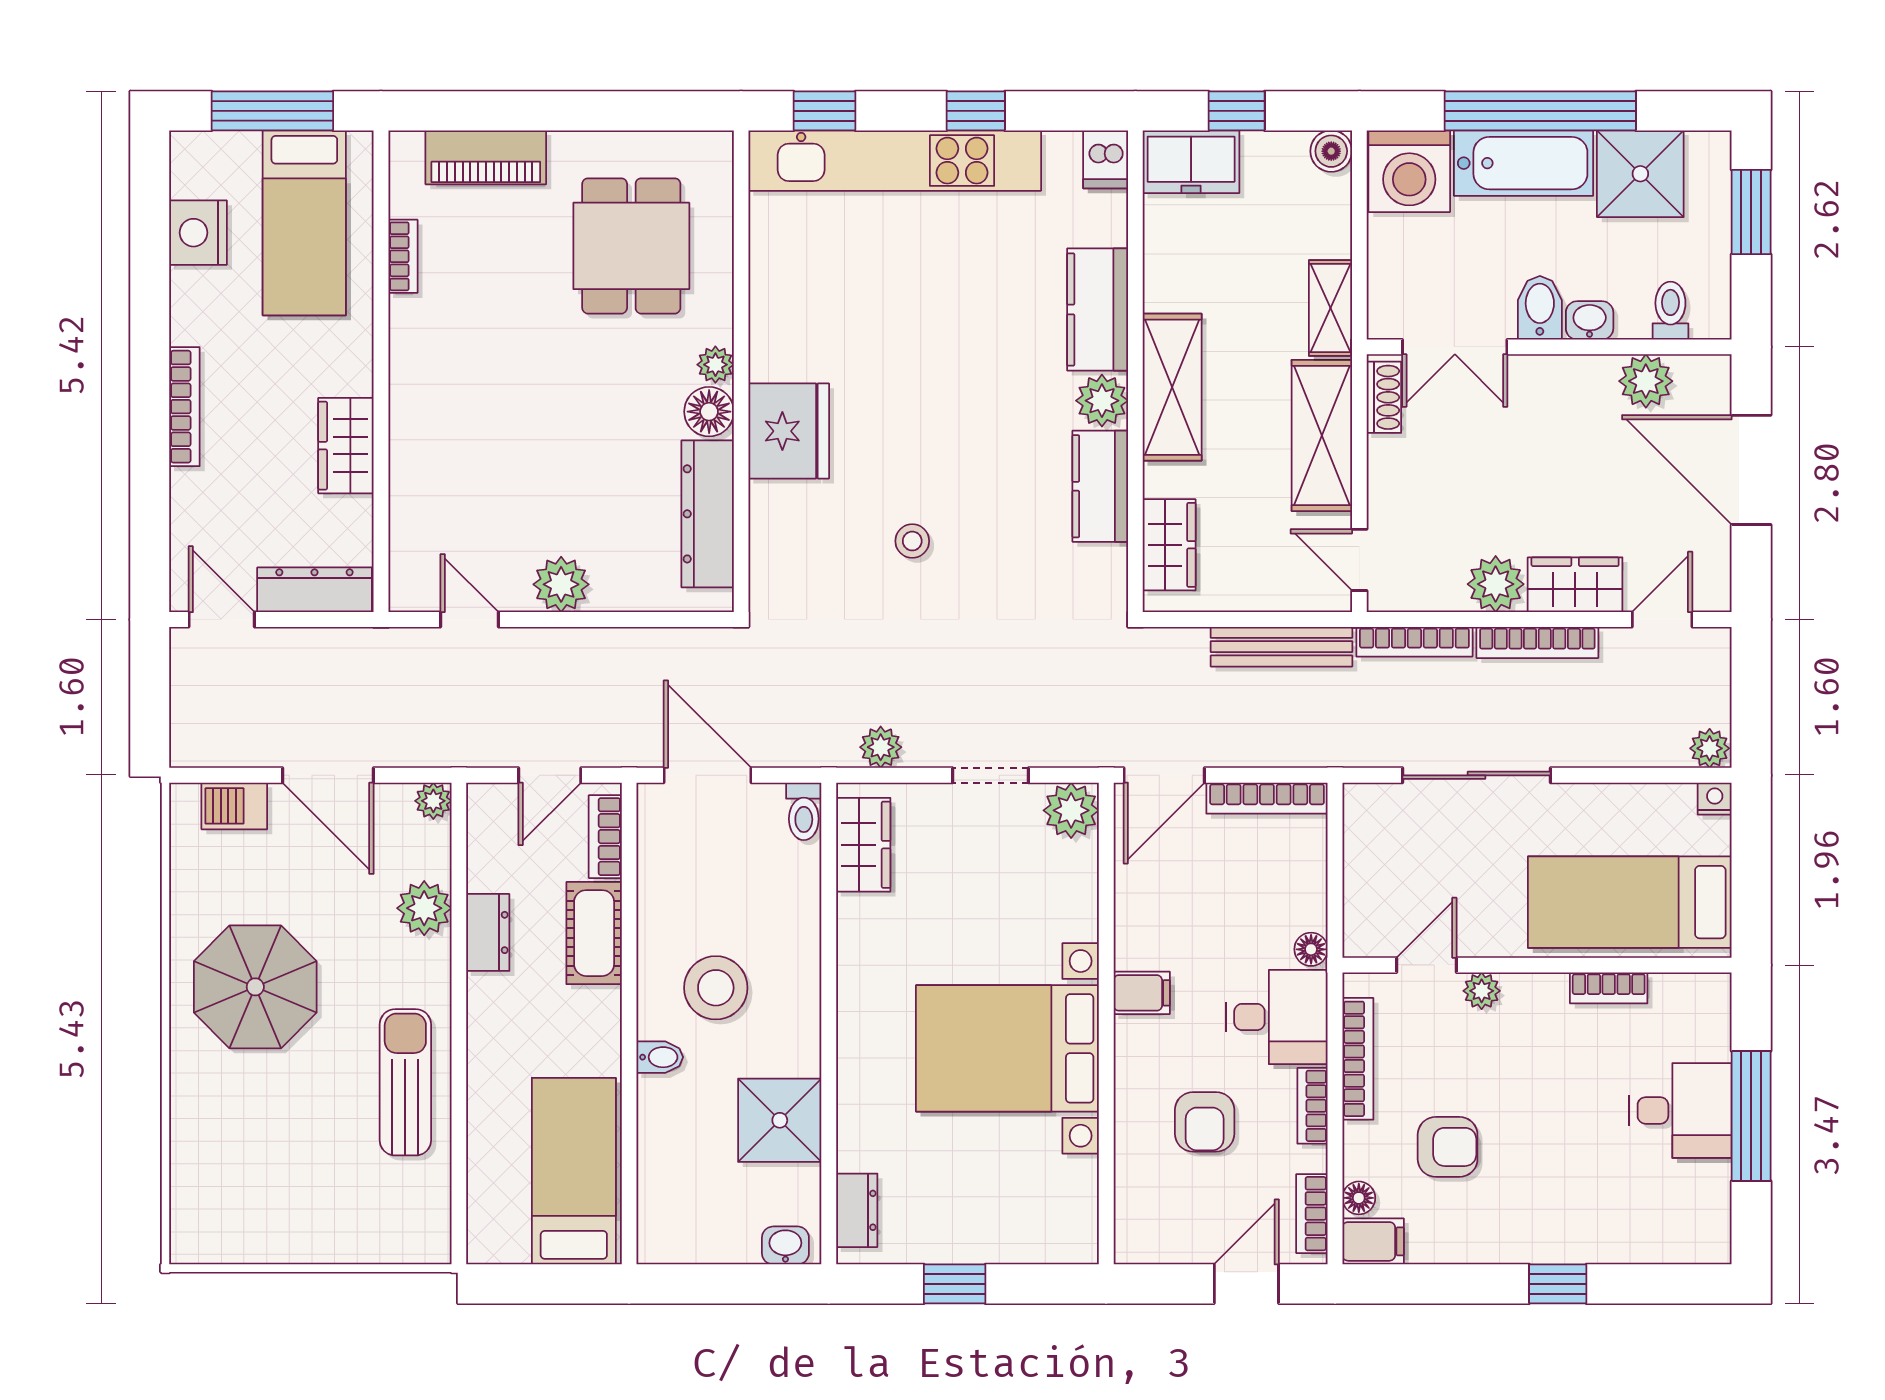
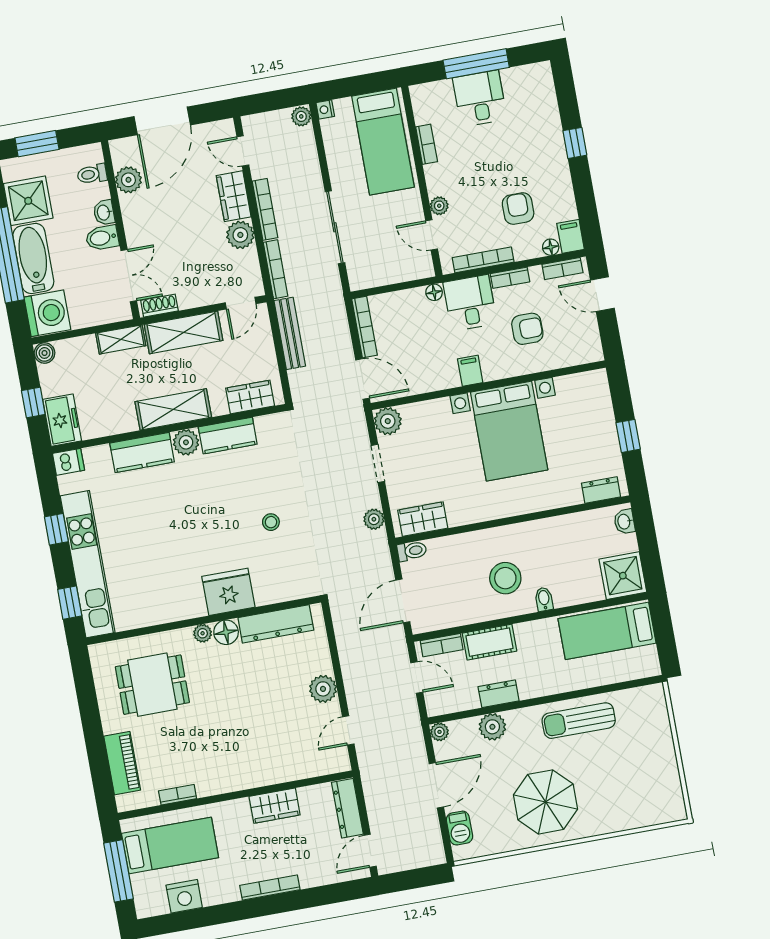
shower: (780, 1120) -> (623, 576), moved

